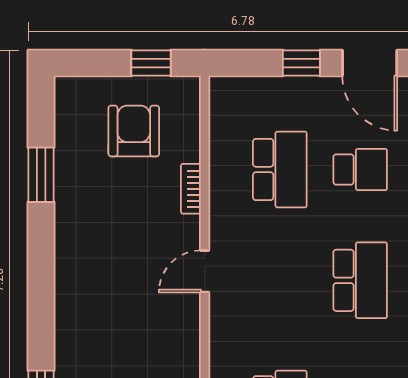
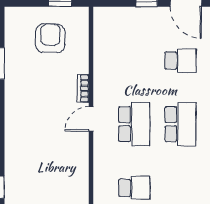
school desk: (280, 169) -> (134, 124), moved
bookcase: (191, 189) -> (83, 88), moved

